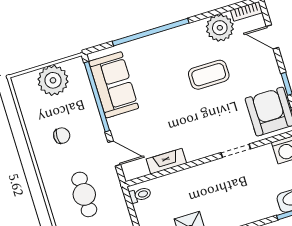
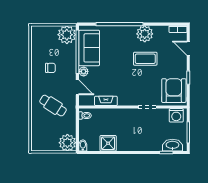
plant: (220, 28) -> (145, 34), moved
plant: (53, 80) -> (67, 35), moved
plant: (116, 125) -> (84, 71), added
cafe table: (84, 194) -> (53, 106), turned -57

